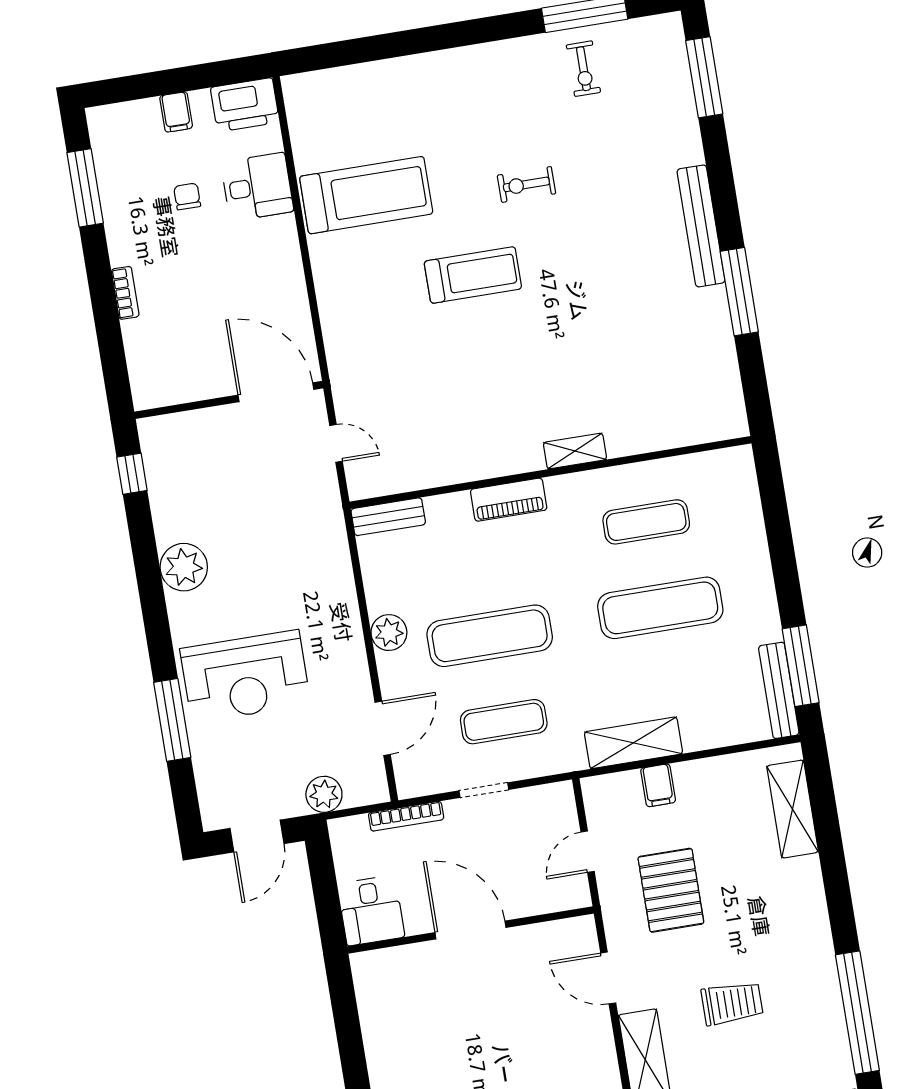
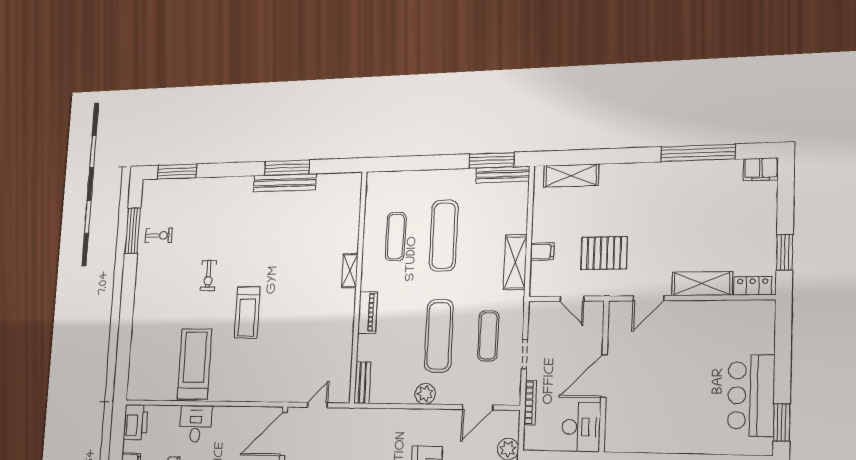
desk: (257, 187) -> (196, 424), moved
bench: (701, 226) -> (285, 183), moved
treadmill: (473, 275) -> (247, 312), turned 180
door: (383, 728) -> (478, 407), swing flipped
desk: (371, 910) -> (581, 427), width x1.37
trolley: (732, 1003) -> (678, 227), removed

